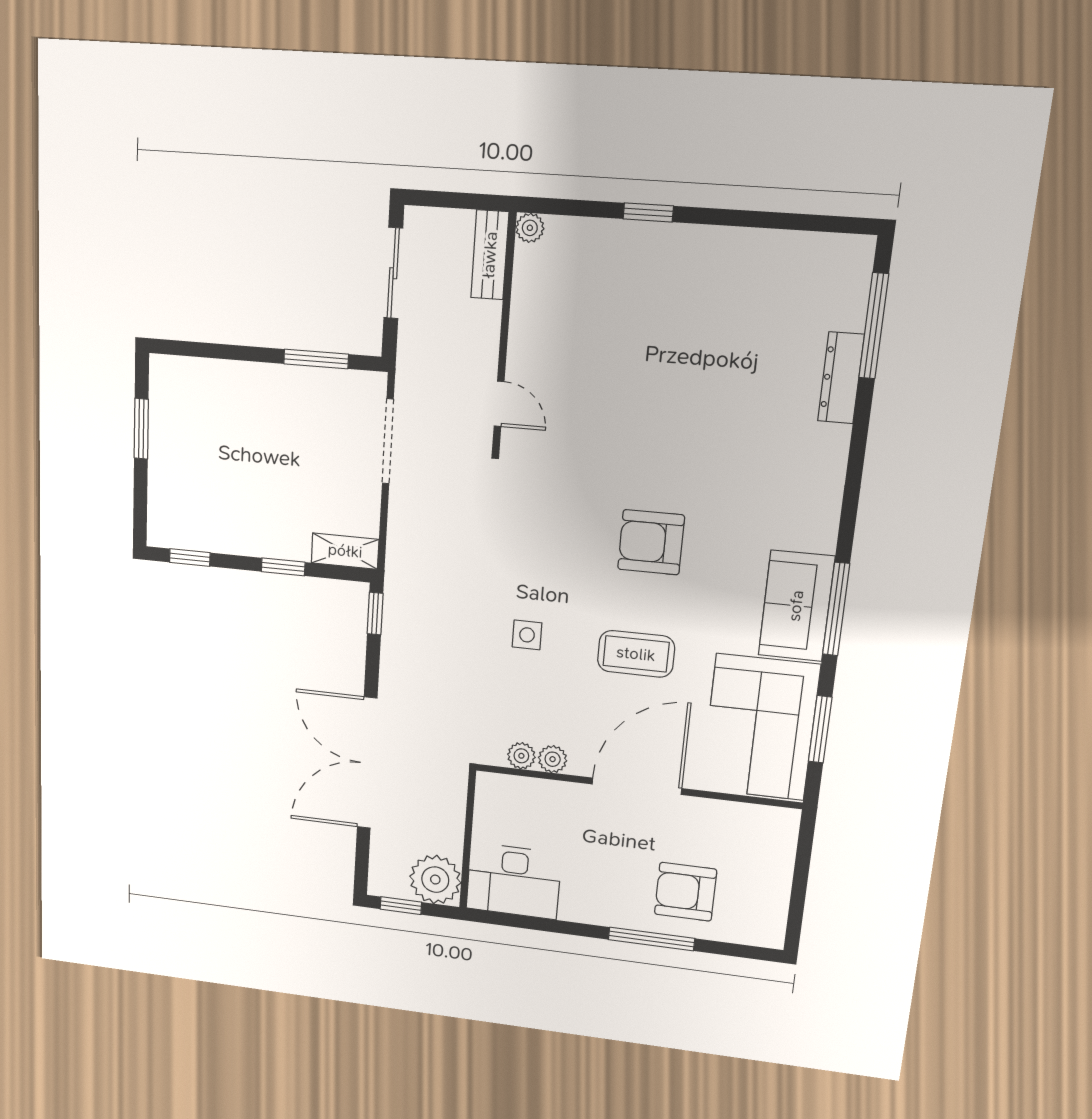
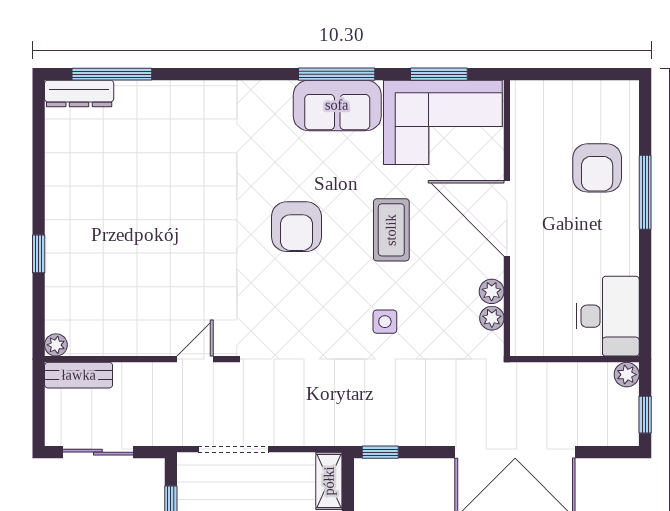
dresser: (841, 378) -> (79, 94), moved
plant: (435, 880) -> (627, 375), width x0.53, depth x0.53

